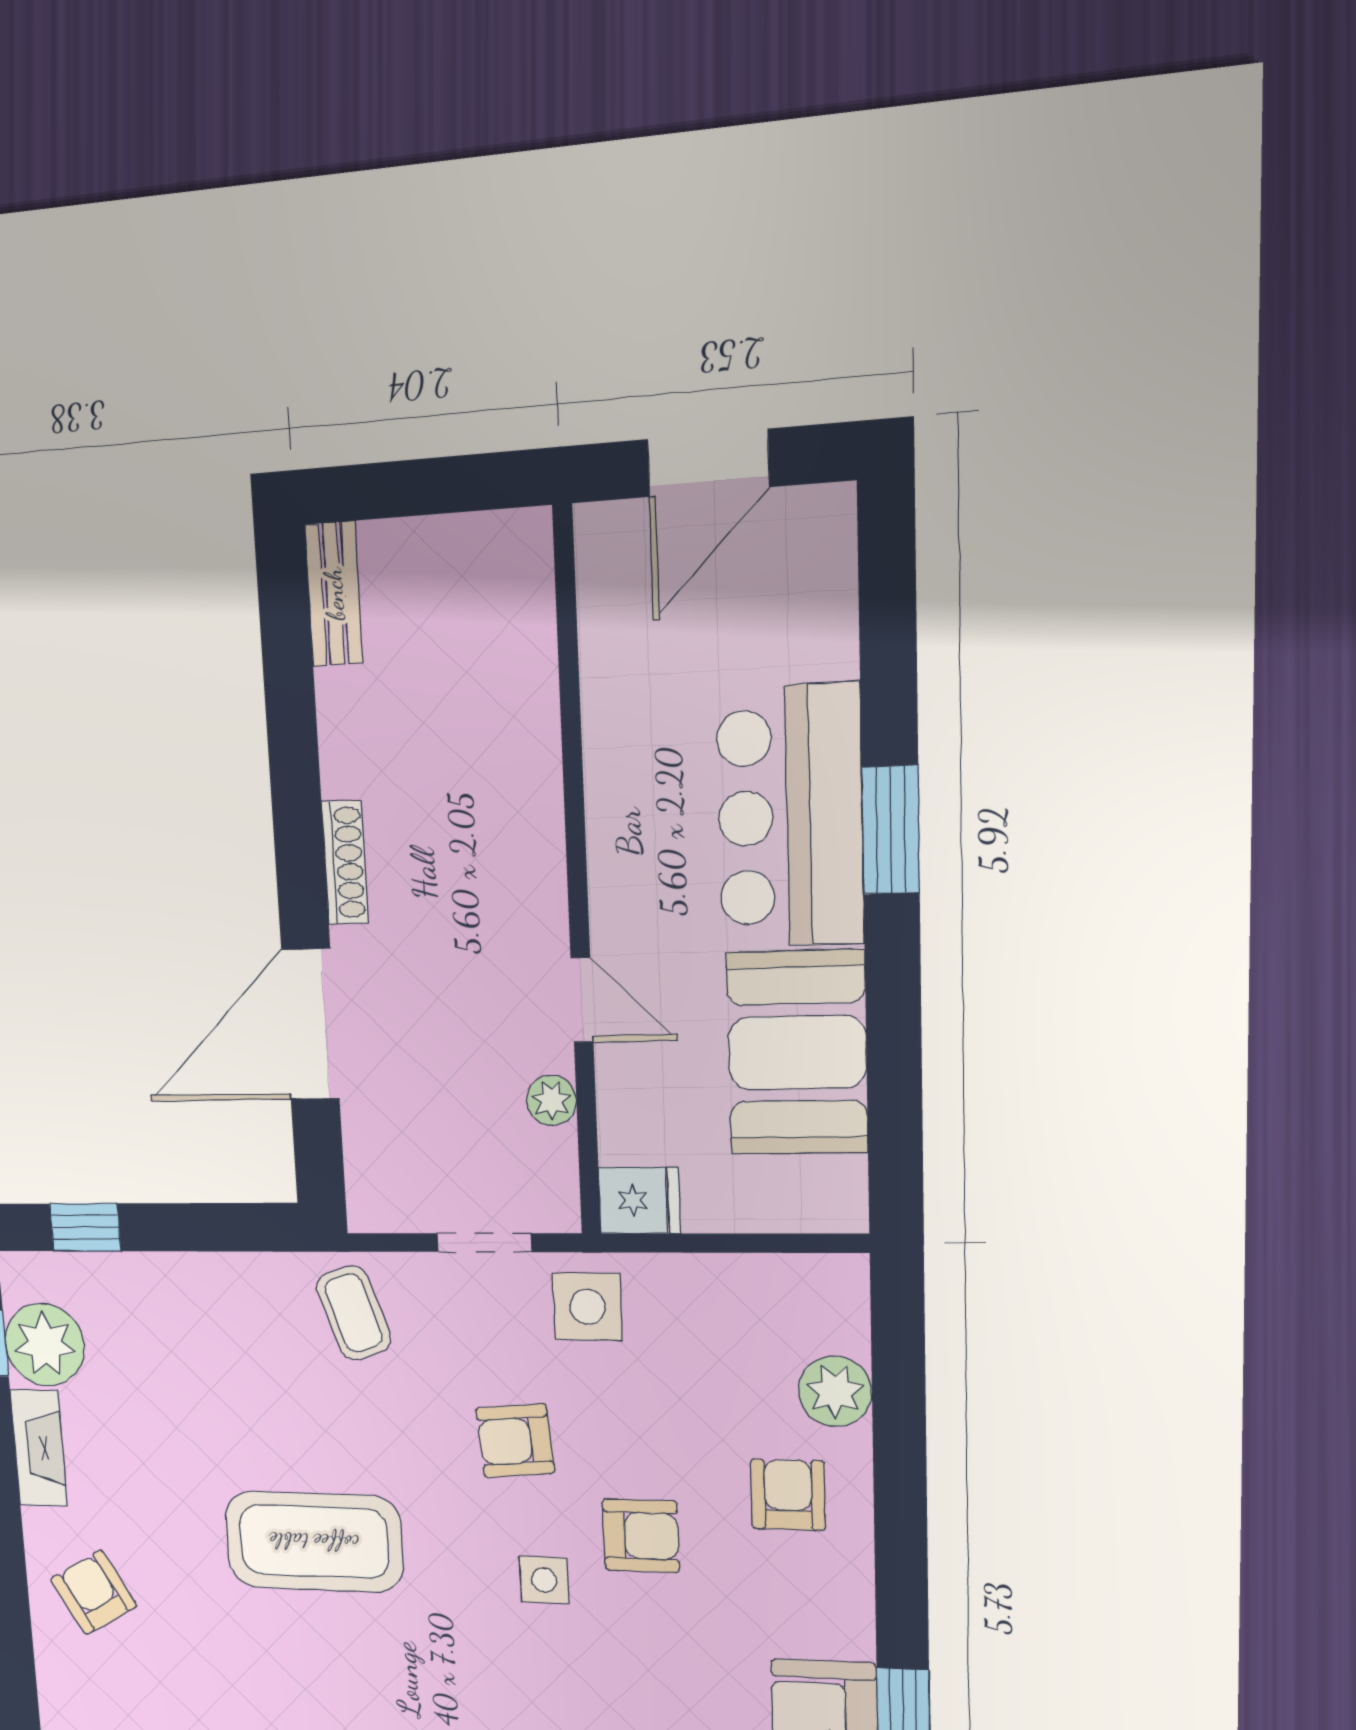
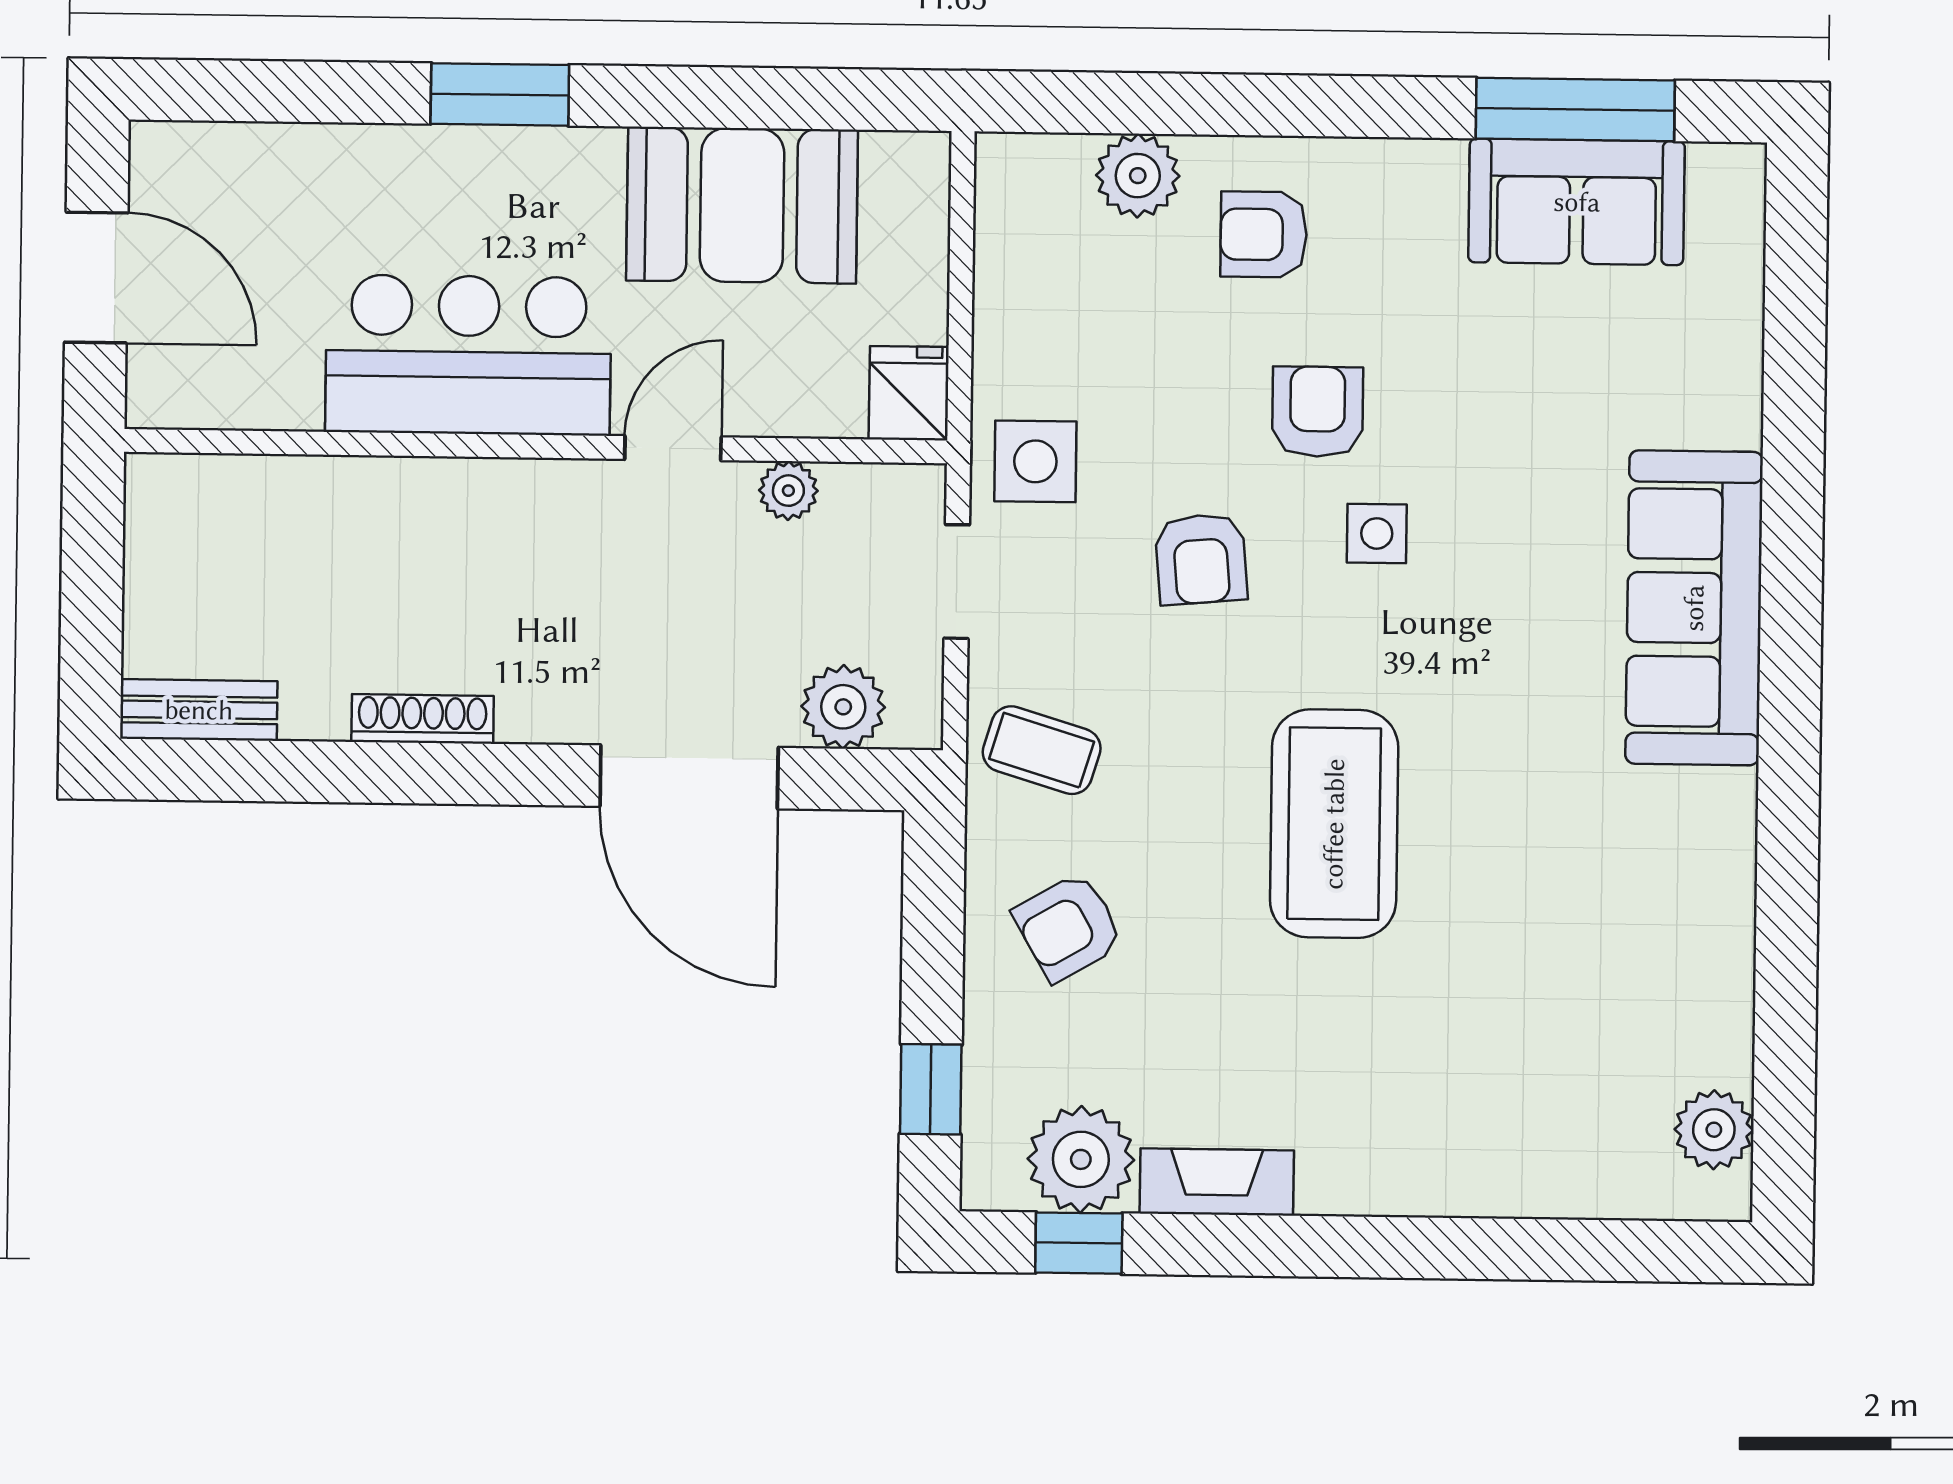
bar counter: (790, 817) -> (468, 355), moved, turned 180
shoe rack: (345, 863) -> (423, 719), moved
plant: (376, 1151) -> (843, 707), added
coffee table: (353, 1313) -> (1042, 750), turned 36
armchair: (93, 1592) -> (1068, 927), moved

